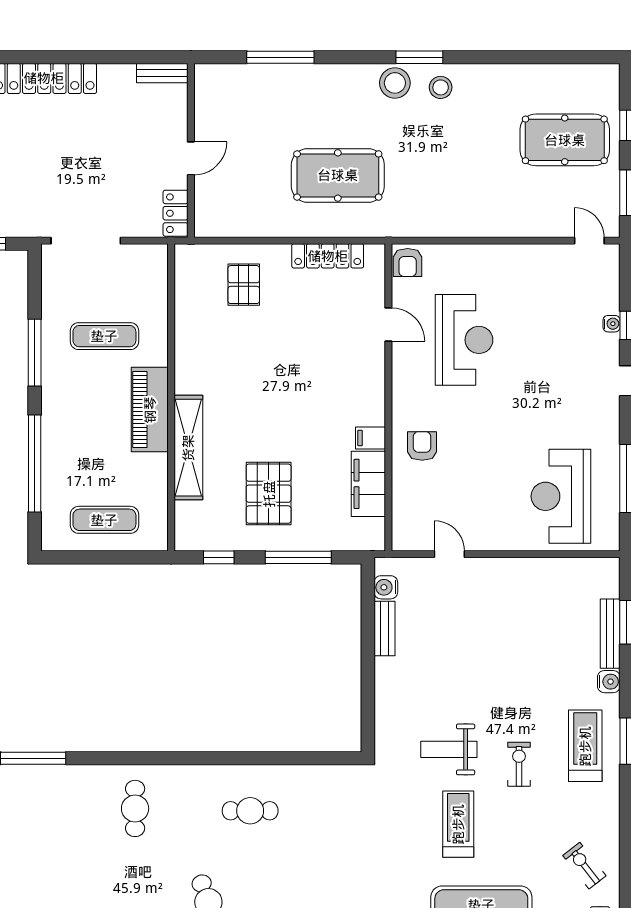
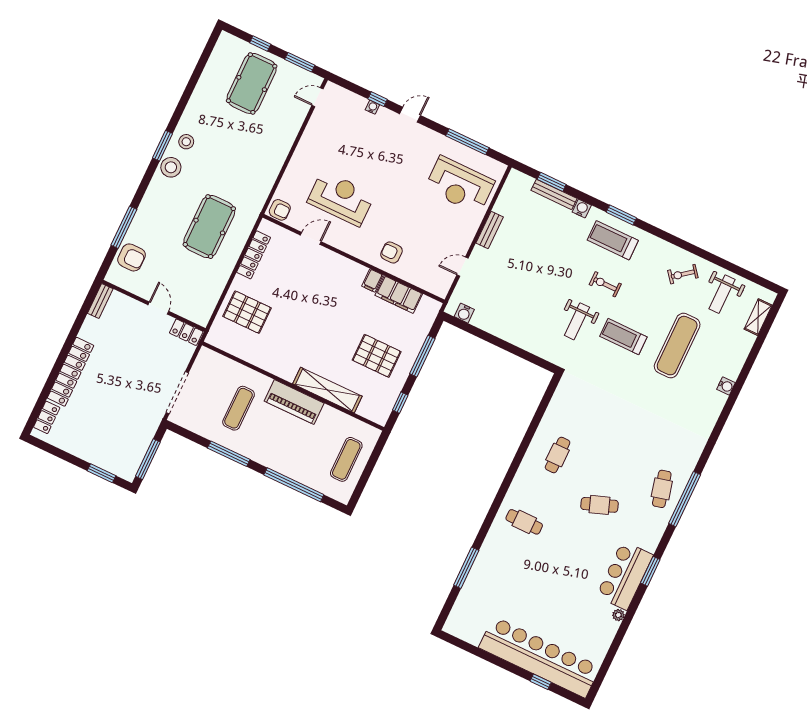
armchair: (244, 88) -> (132, 257), added
pallet: (244, 285) -> (247, 312), width x1.50, depth x1.42
bench: (384, 628) -> (490, 230), moved, turned 90

